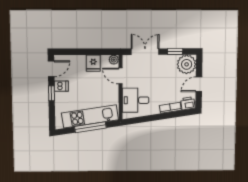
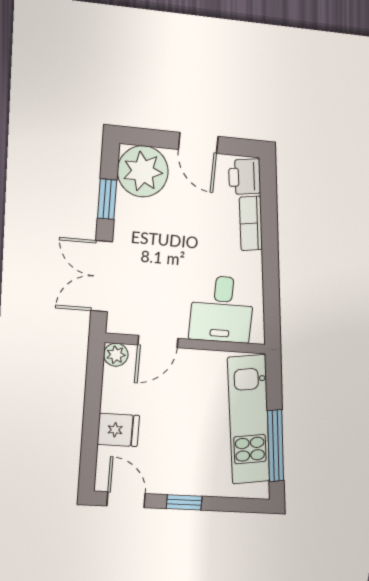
fridge: (93, 63) -> (118, 430), moved
dishwasher: (61, 86) -> (169, 480), removed
window: (90, 127) -> (276, 446), moved

